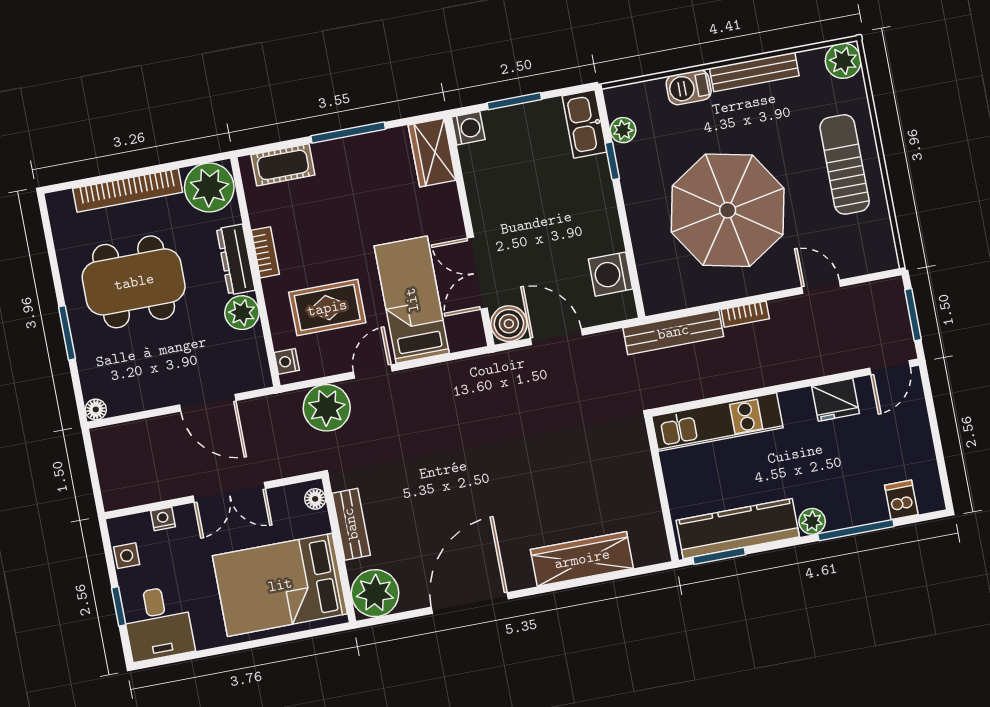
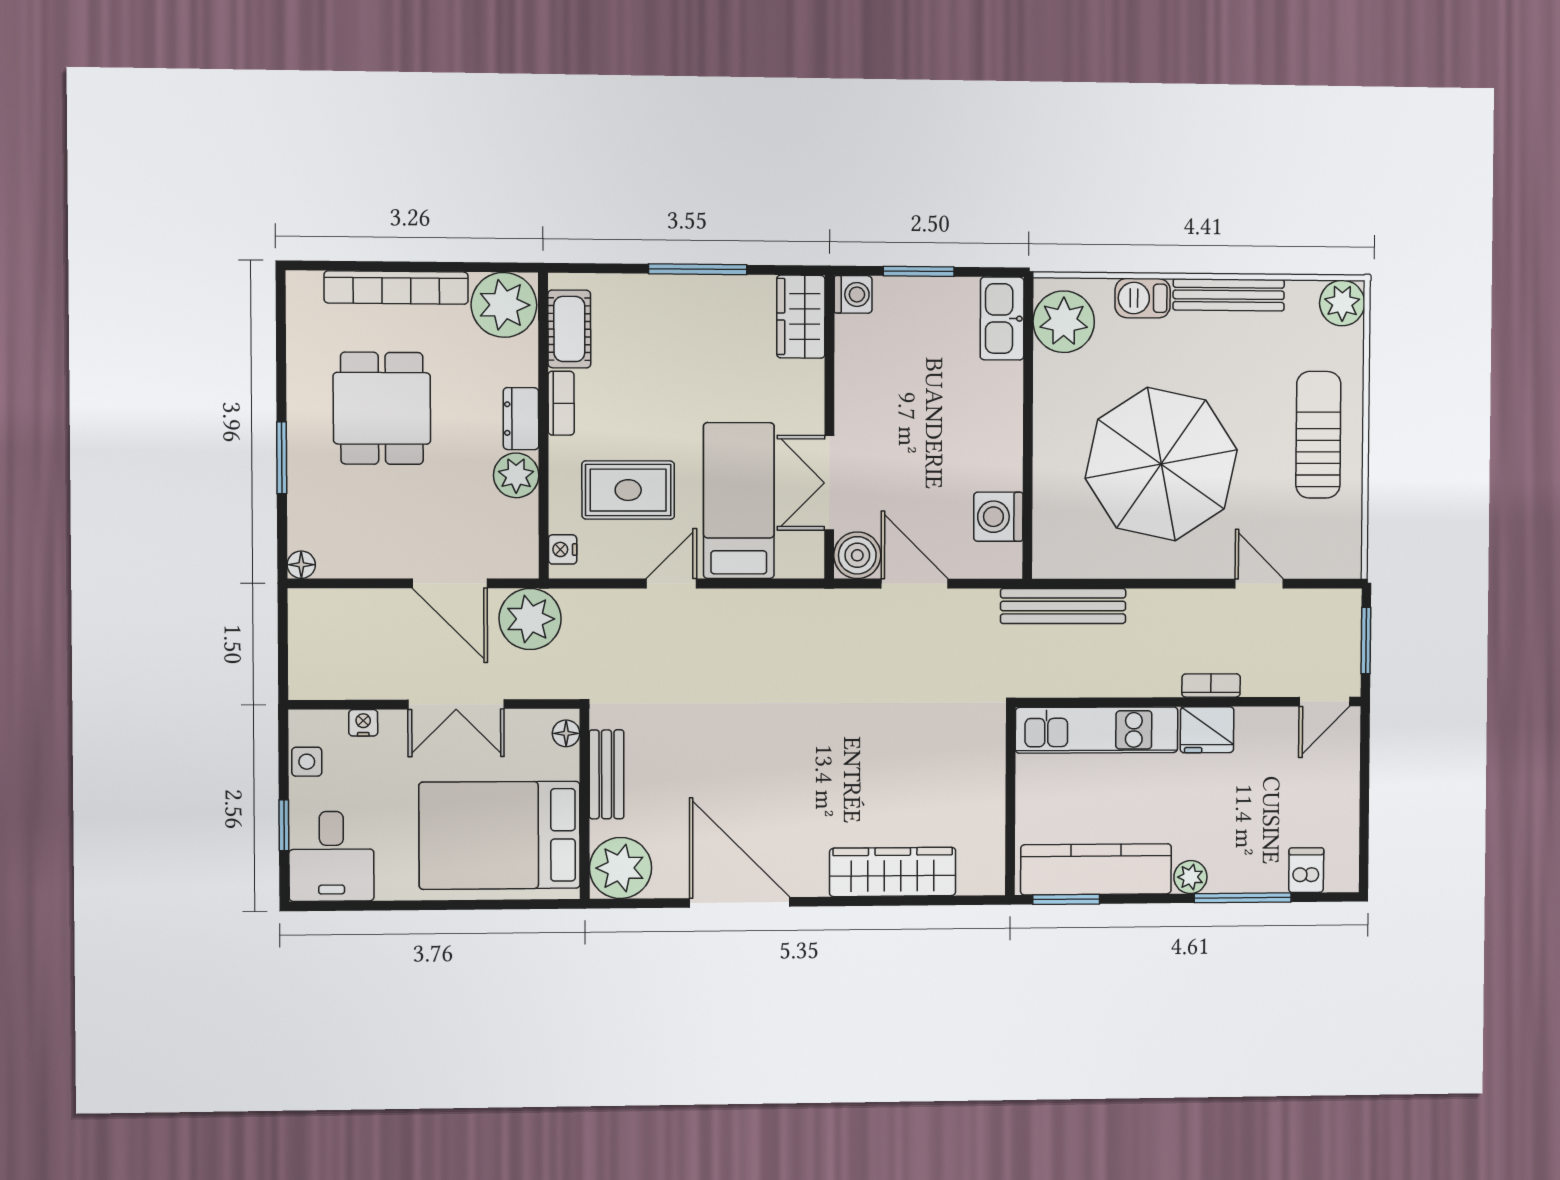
plant: (623, 130) -> (1064, 322), width x1.88, depth x1.88
window: (612, 161) -> (1028, 373), removed
cot: (283, 165) -> (569, 329), moved, turned 90
dresser: (236, 259) -> (521, 419), width x0.70
dining table: (134, 282) -> (382, 408), width x0.73
bookcase: (745, 314) -> (1211, 685), moved, turned 180
fridge: (836, 400) -> (1207, 730), moved
plant: (327, 408) -> (530, 619), moved
door: (470, 603) -> (740, 902), hinge flipped

